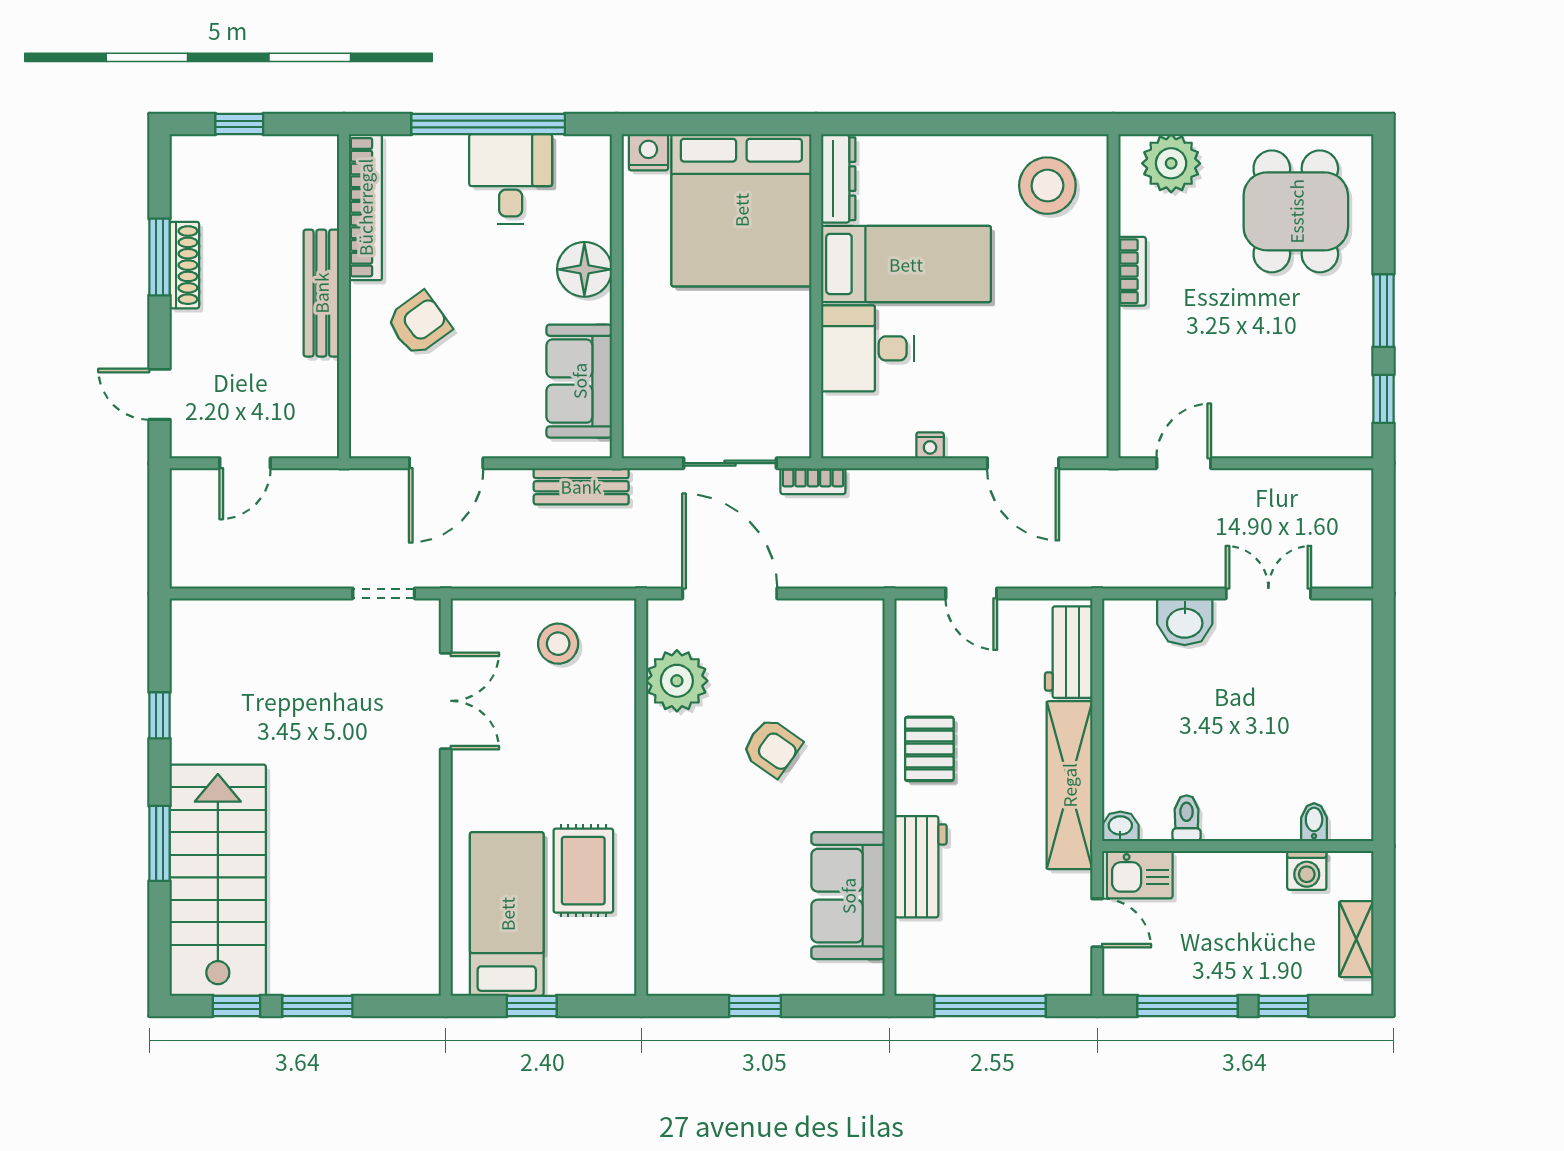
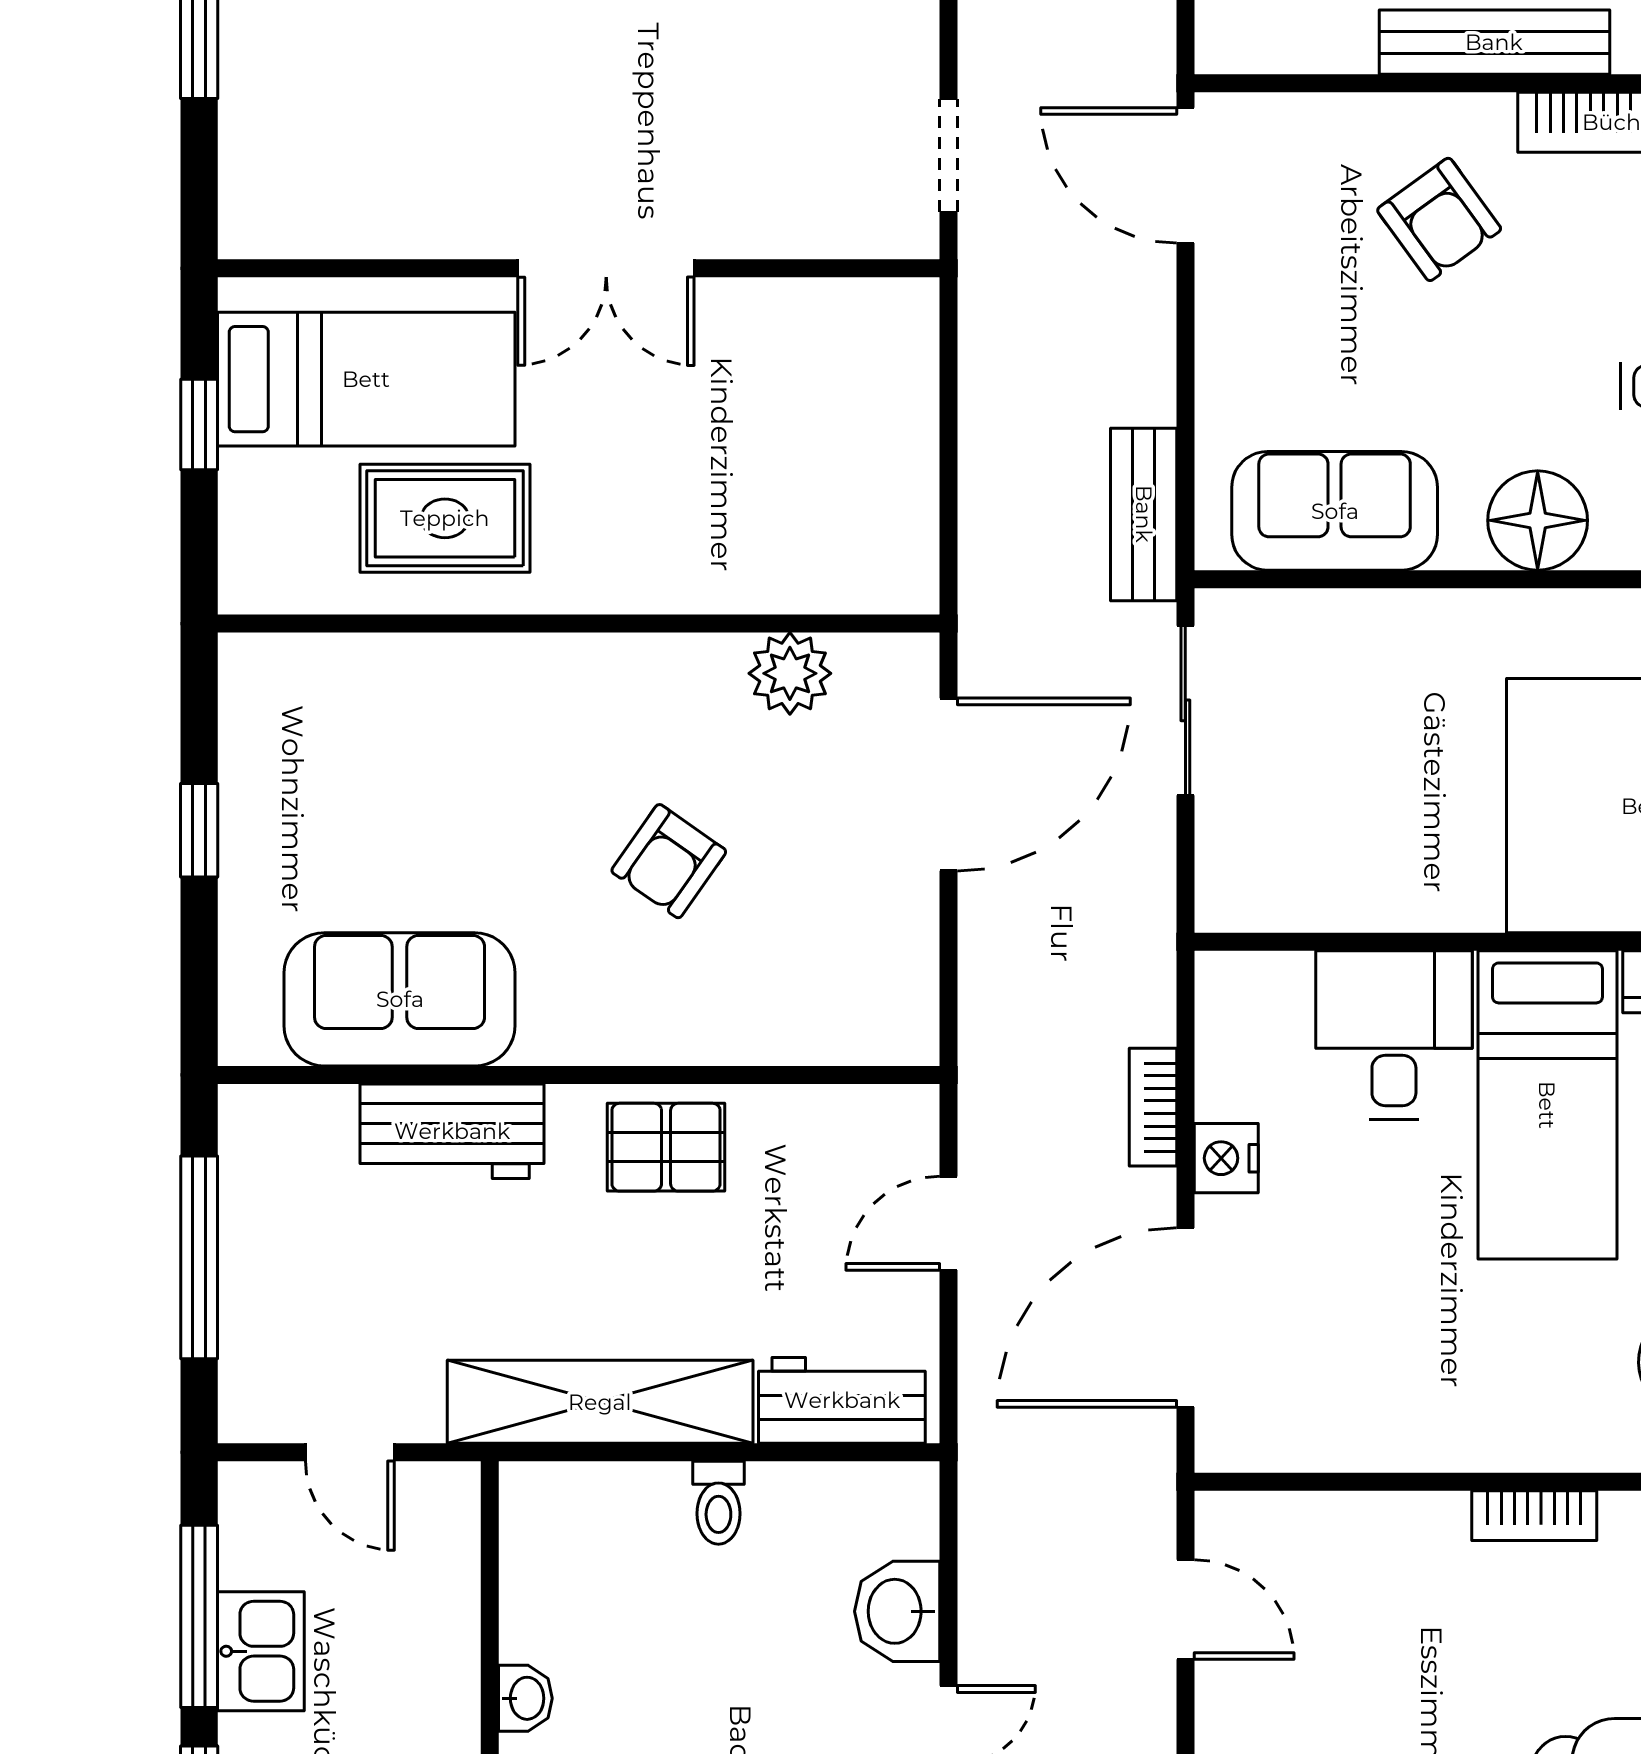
nightstand: (930, 445) -> (1226, 1158), width x1.39, depth x1.35
door: (446, 463) -> (1185, 175), moved
sliding door: (730, 463) -> (1185, 710), moved
door: (1023, 463) -> (1185, 1318), width x1.36
bookcase: (813, 481) -> (1153, 1107), moved
stool: (558, 644) -> (857, 473), removed
plant: (677, 681) -> (790, 673), width x0.73, depth x0.73
double door: (446, 701) -> (606, 268), moved
toilet: (1187, 818) -> (718, 1503), moved, turned 90
washbasin: (1120, 826) -> (525, 1698), moved
kitchen sink: (1140, 875) -> (261, 1651), moved, turned 180
door: (1097, 923) -> (350, 1452), hinge flipped

